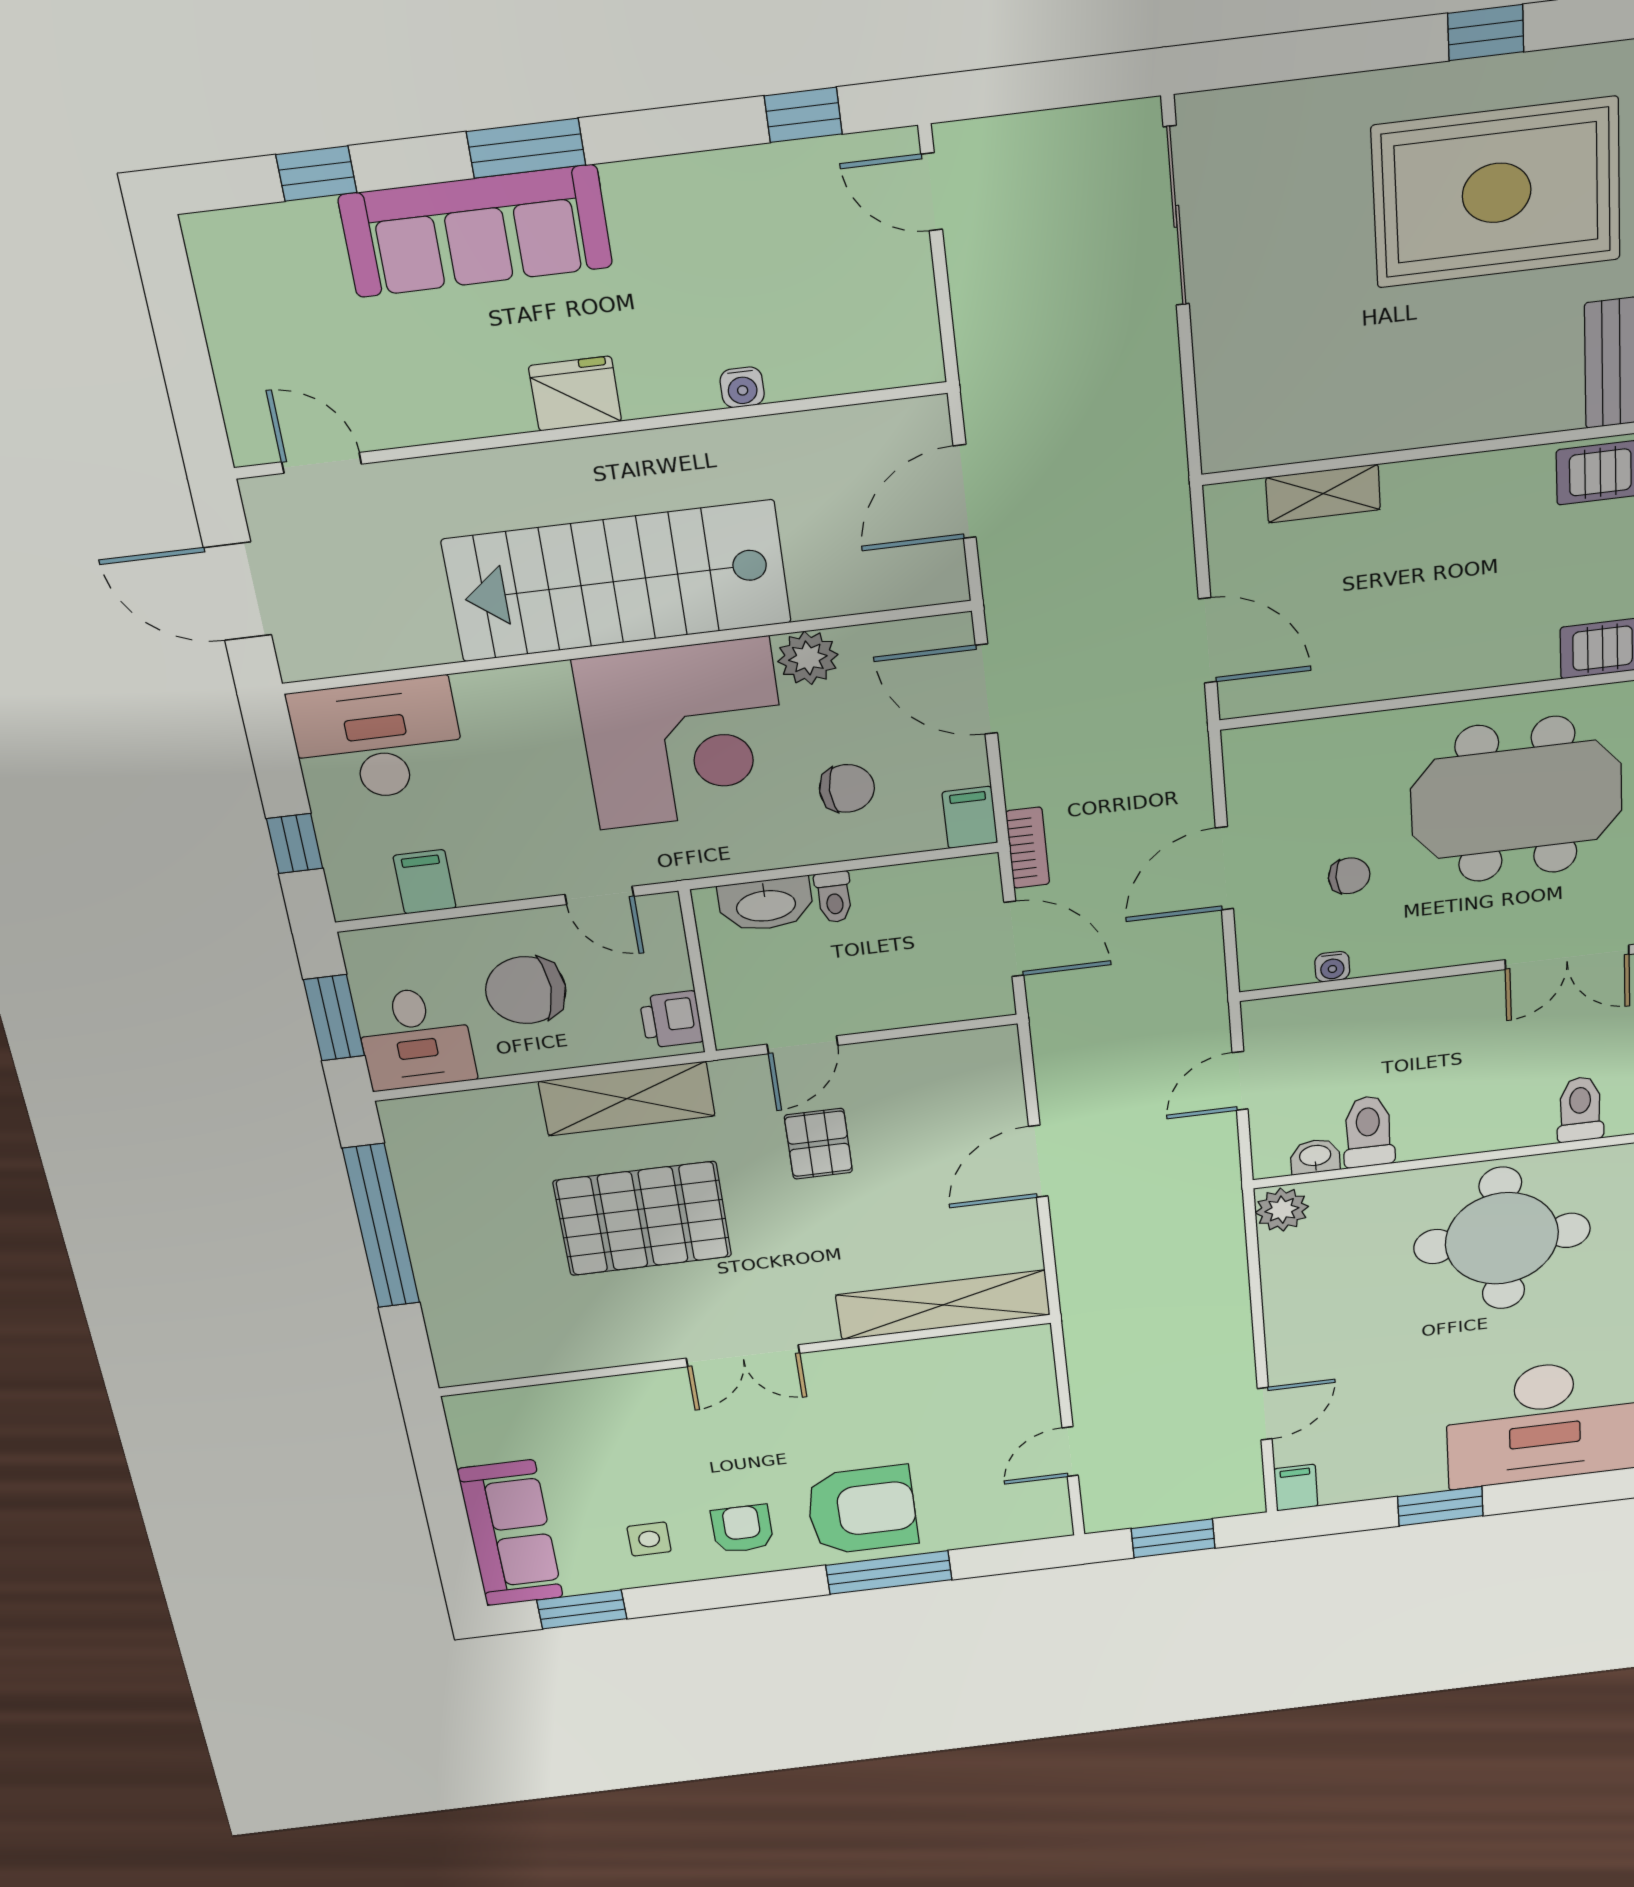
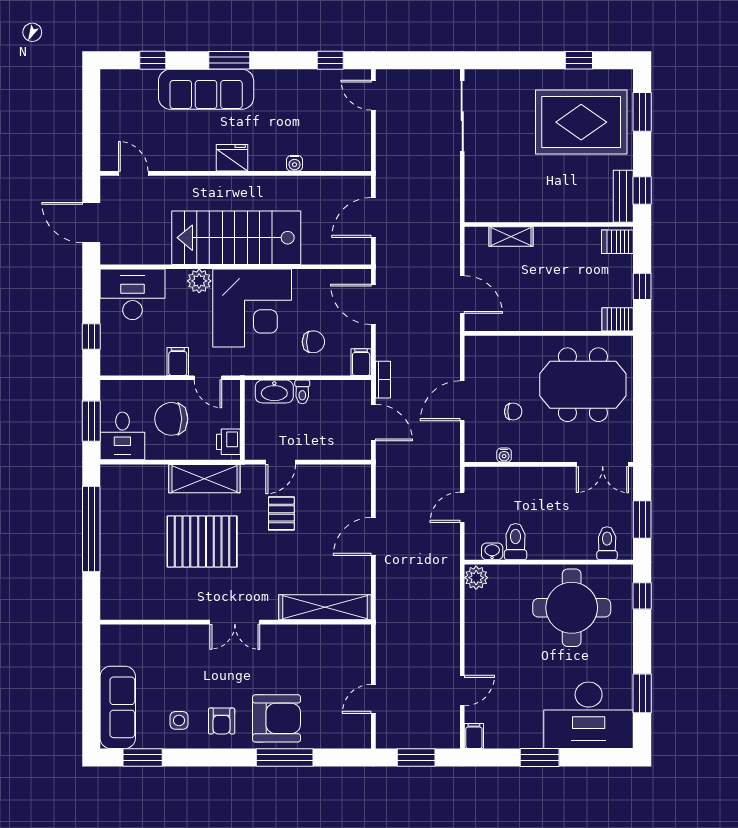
plant: (808, 658) -> (199, 281), moved
filing cabinet: (425, 882) -> (178, 362), moved
armchair: (742, 1529) -> (222, 721), turned 180

